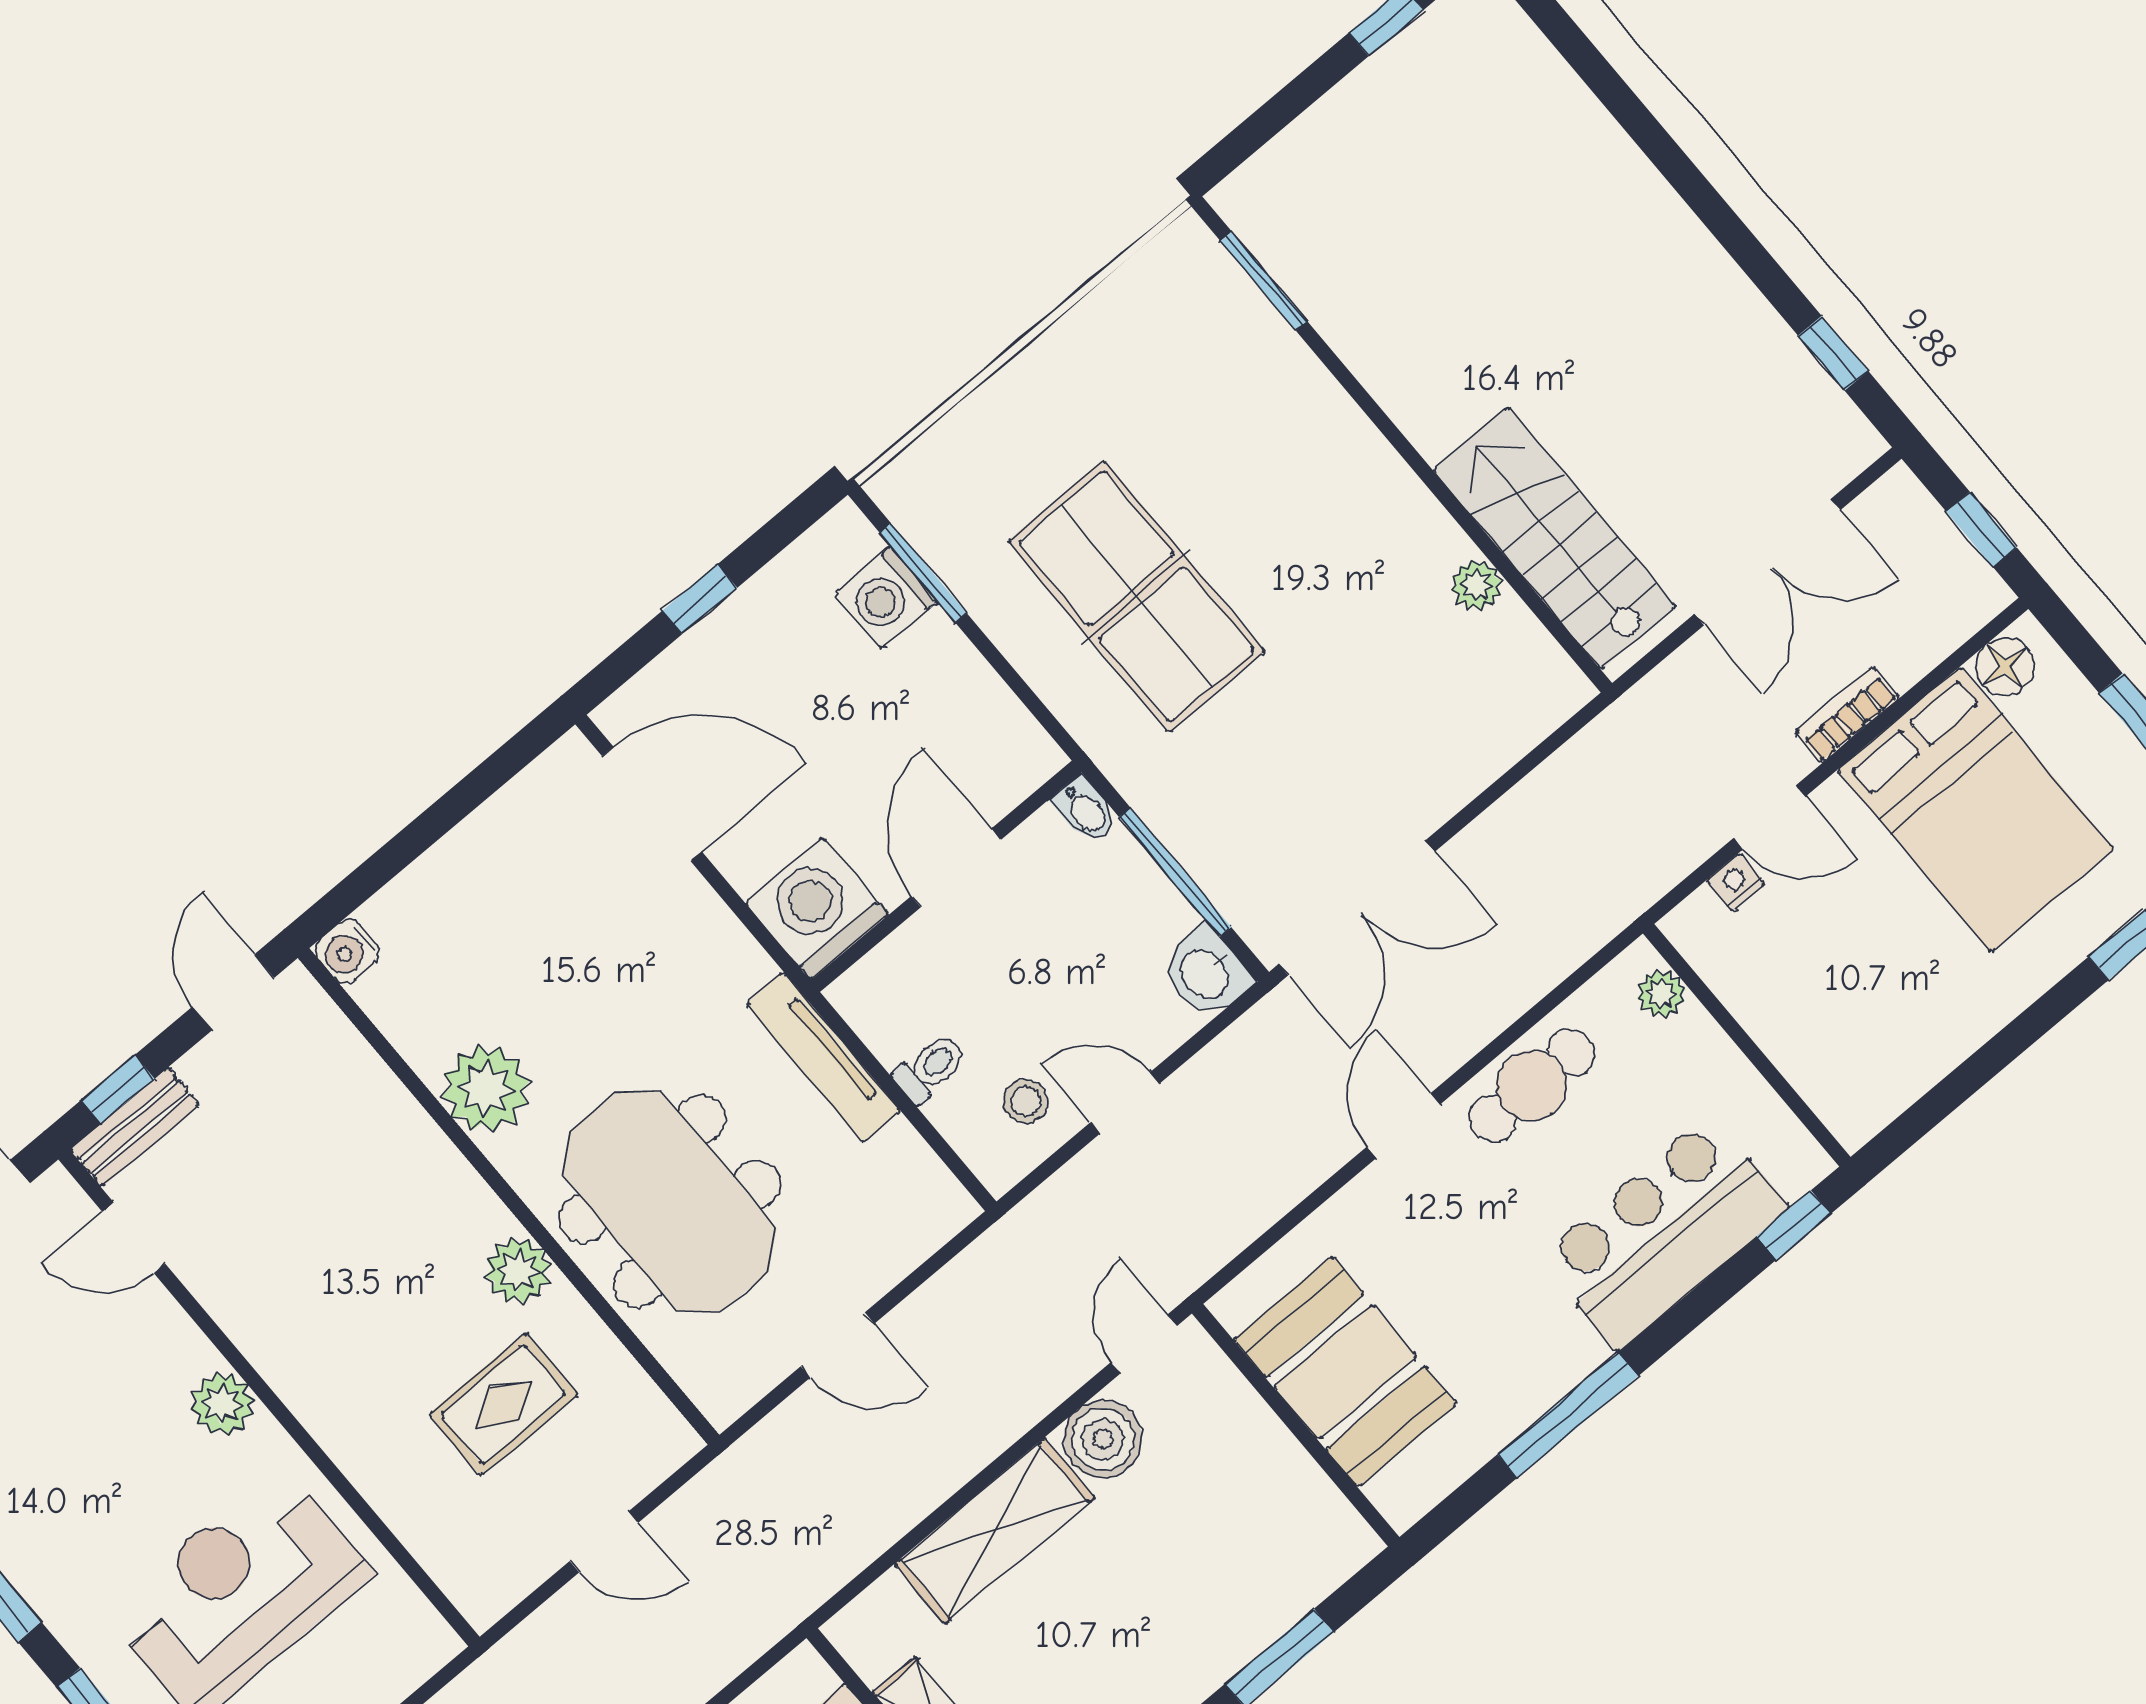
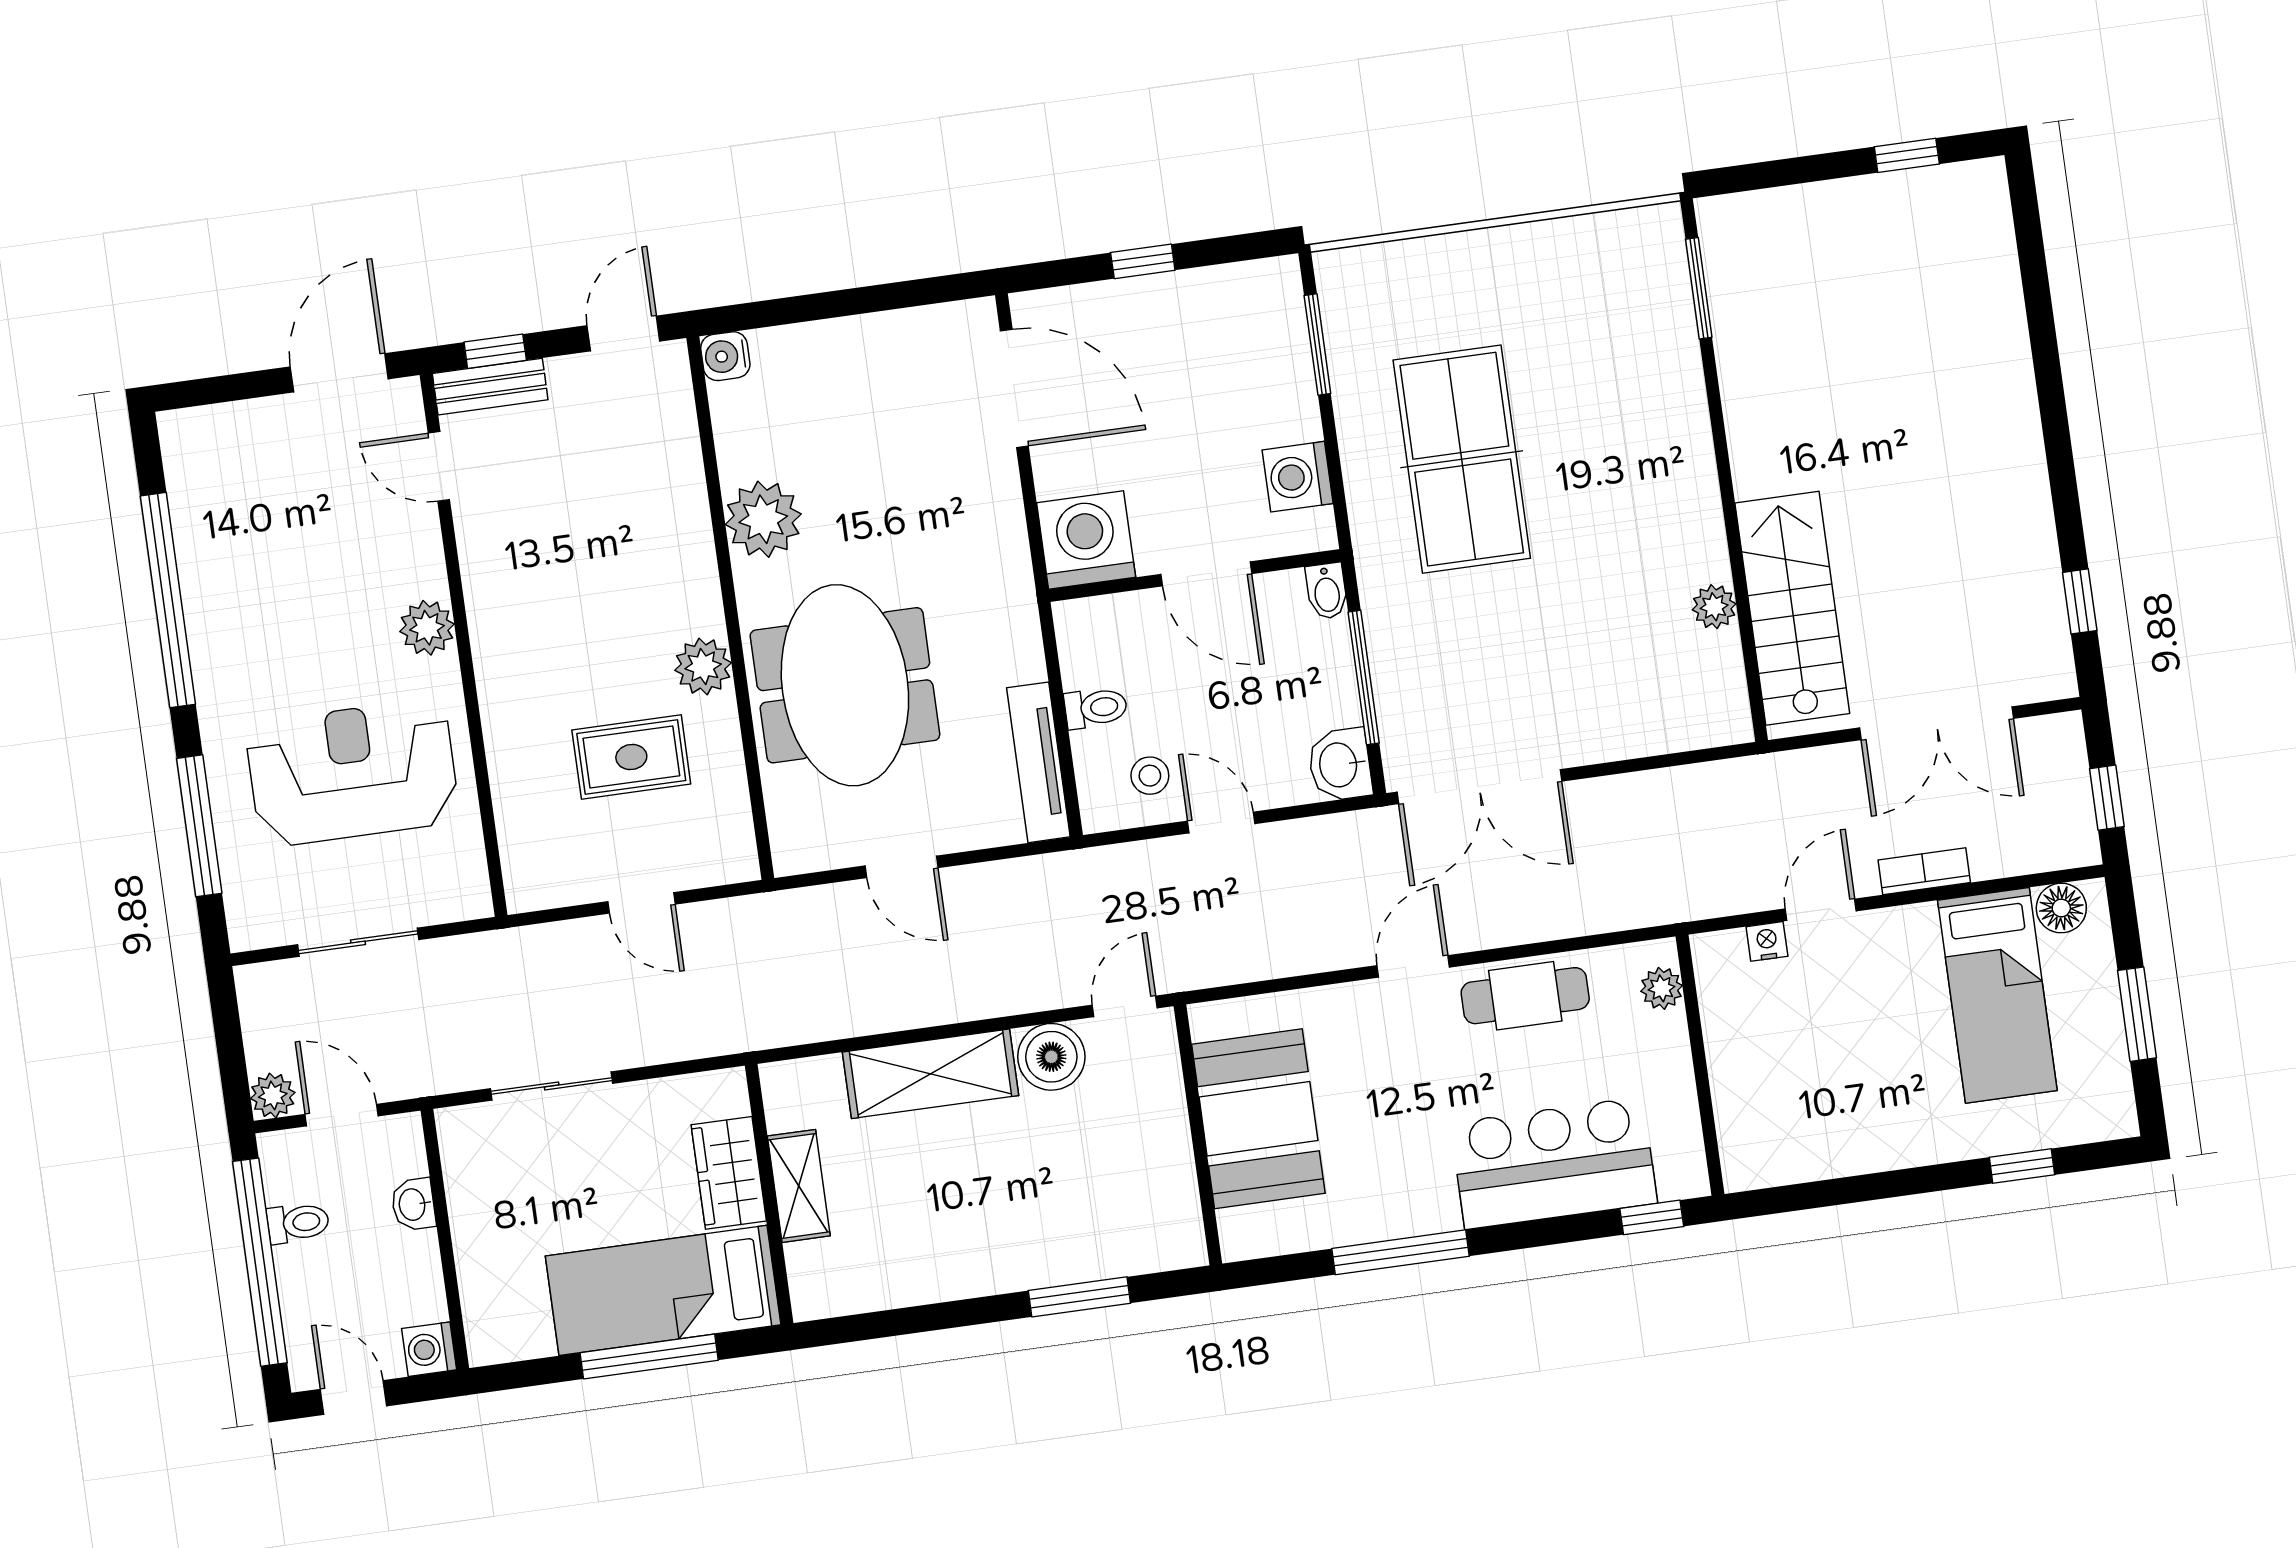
washing machine: (886, 597) -> (1298, 477), moved
bed: (1976, 809) -> (1997, 995), width x0.67
door: (1769, 817) -> (1821, 910), swing flipped
door: (956, 868) -> (1206, 574), swing flipped
tv unit: (823, 1057) -> (1038, 762), moved

